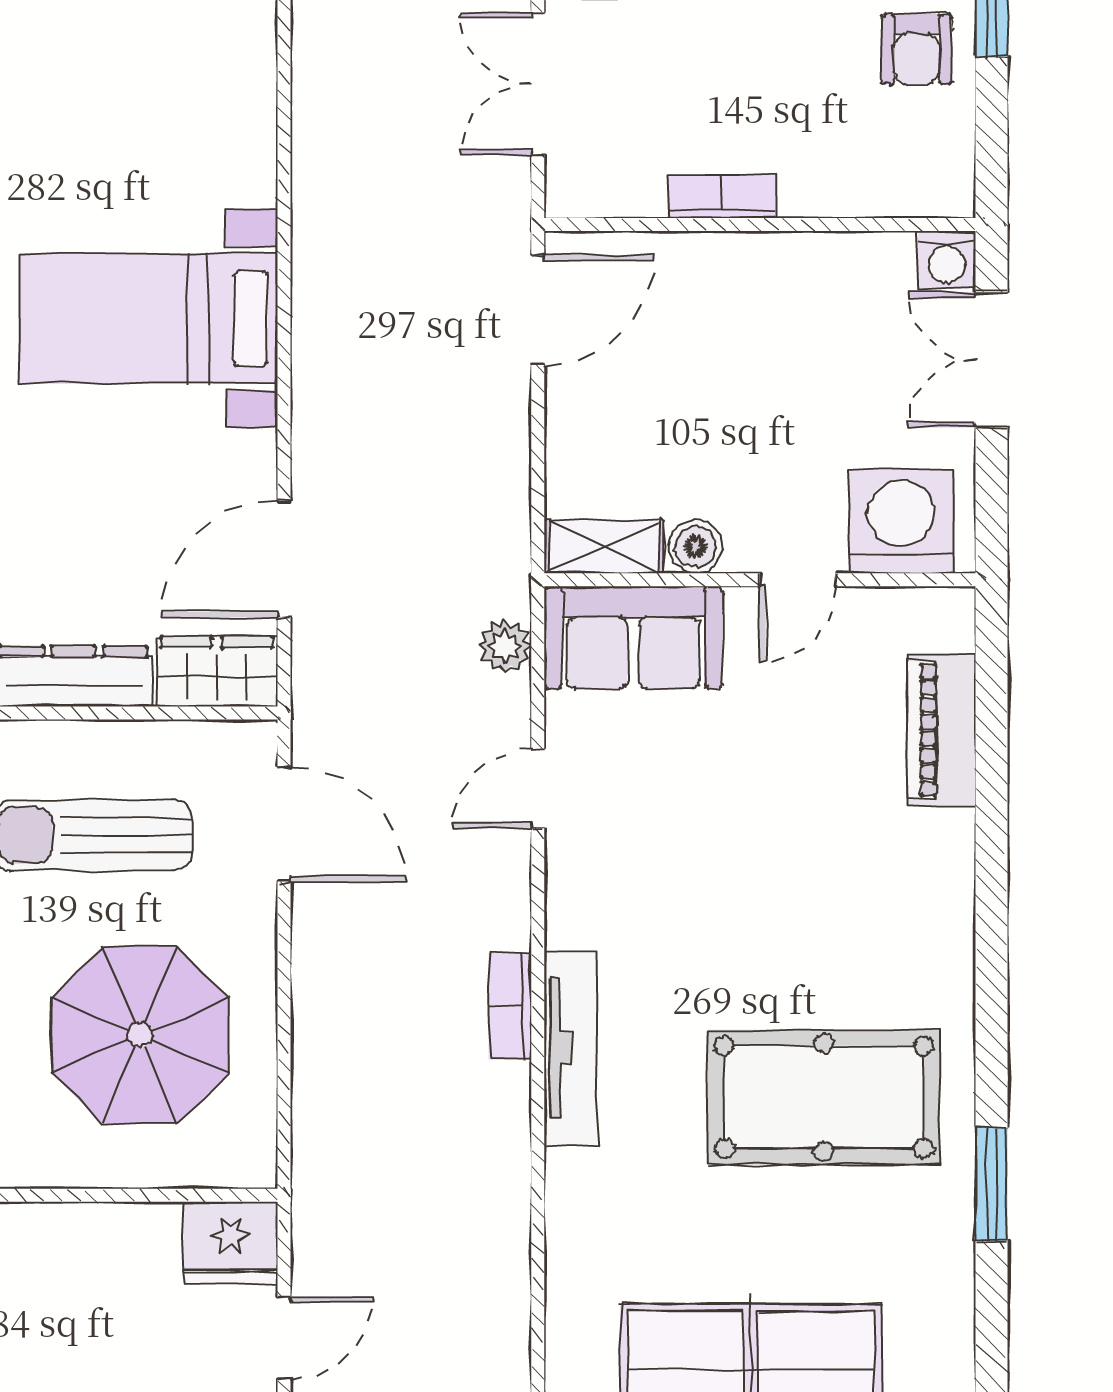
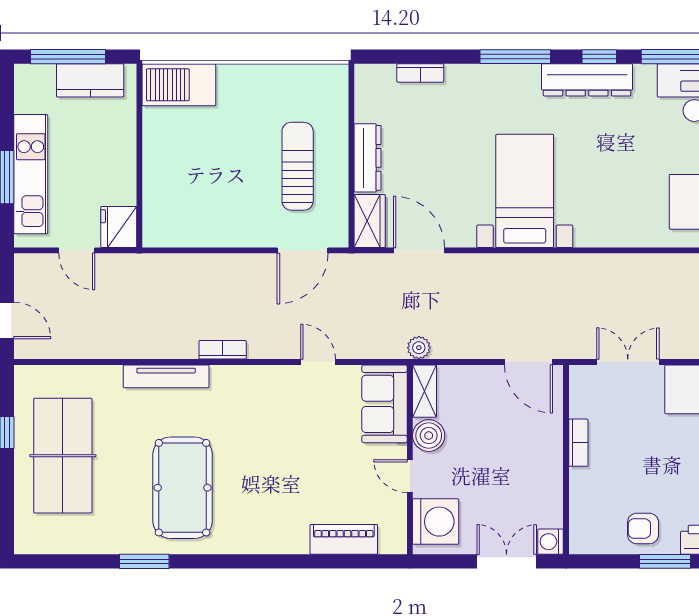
boiler: (695, 547) -> (429, 436), width x1.36, depth x1.36
plant: (505, 646) -> (419, 348), moved
parasol: (140, 1035) -> (210, 187), removed
tv unit: (570, 1048) -> (166, 376), moved

